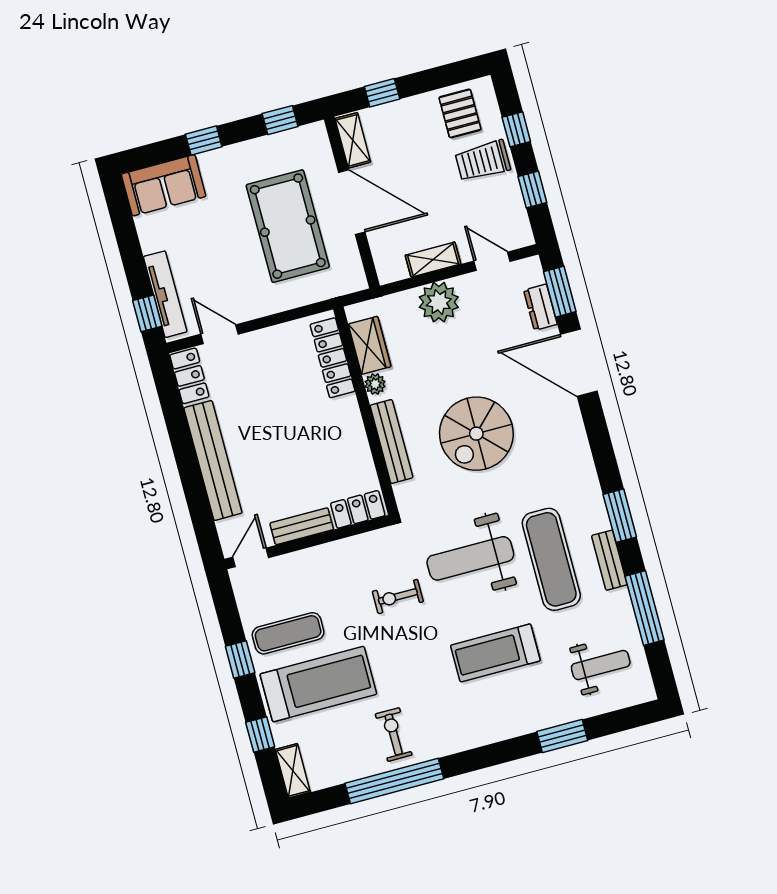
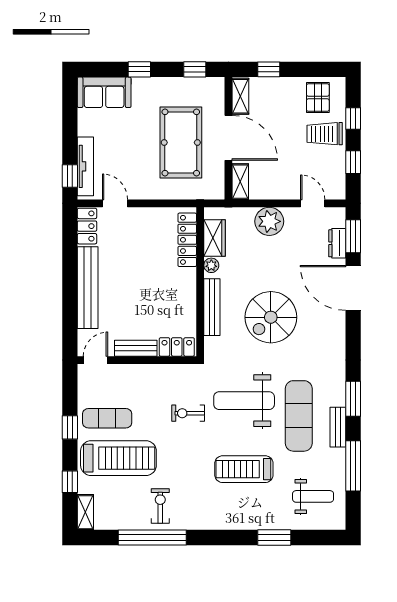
shelving: (433, 260) -> (240, 182), moved, turned 90

